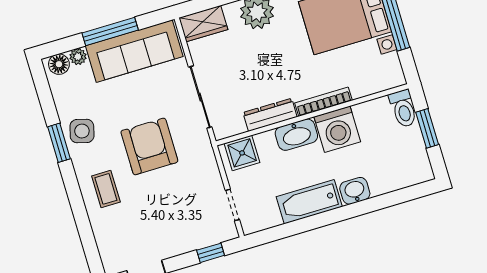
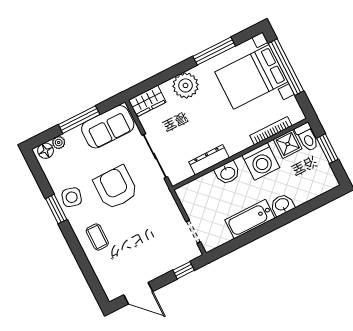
sofa: (134, 51) -> (108, 127), width x0.73
bookcase: (324, 102) -> (271, 131), moved
washbasin: (296, 135) -> (227, 173), width x0.72
armchair: (149, 146) -> (116, 188), moved
shower: (242, 153) -> (288, 144), moved

